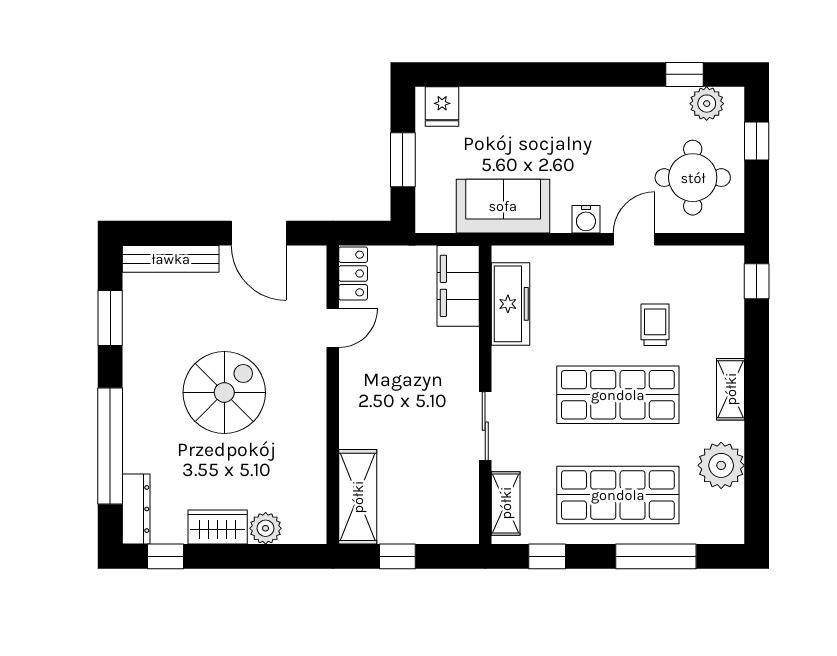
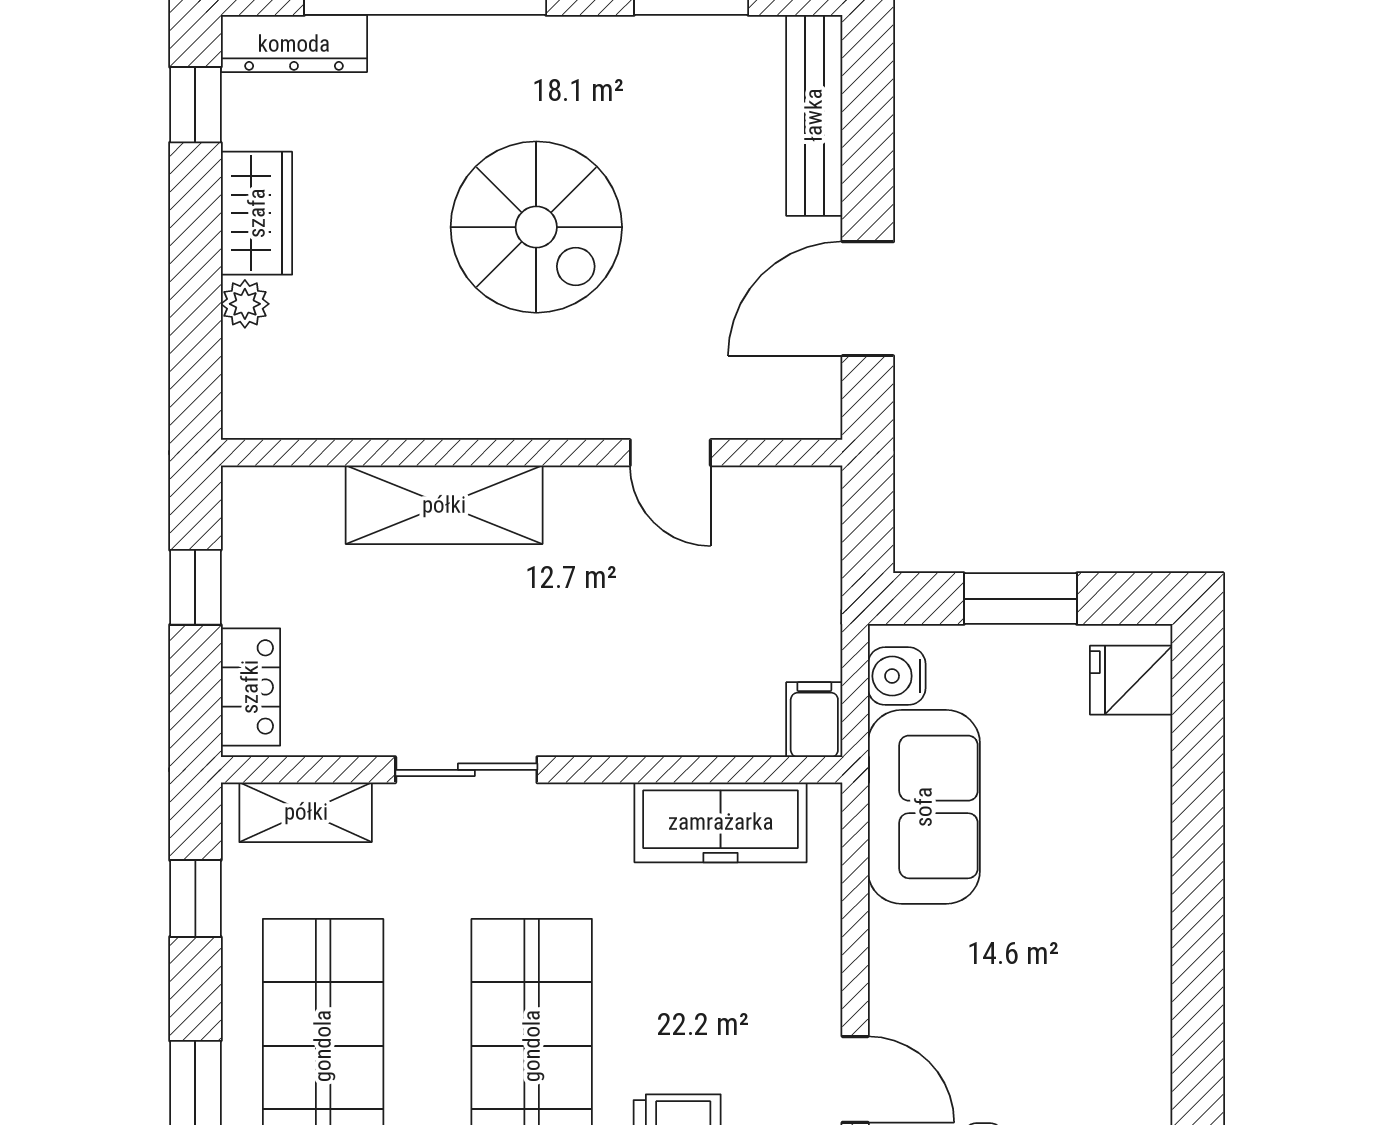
water cooler: (586, 219) -> (897, 676), moved
locker: (353, 274) -> (250, 687), moved, turned -90
filing cabinet: (458, 286) -> (814, 720), width x0.33, depth x0.86
shelving: (358, 497) -> (444, 505), moved
plant: (266, 528) -> (245, 304), width x0.73, depth x0.73

